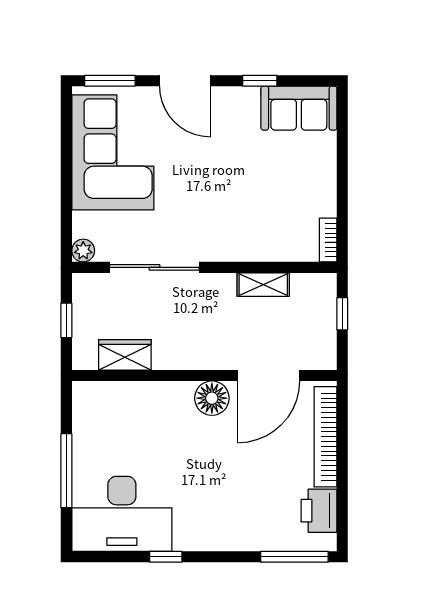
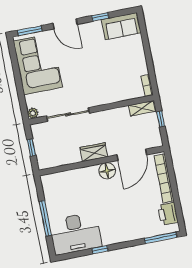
shelving: (263, 285) -> (142, 108), moved
wardrobe: (125, 355) -> (94, 152), moved

